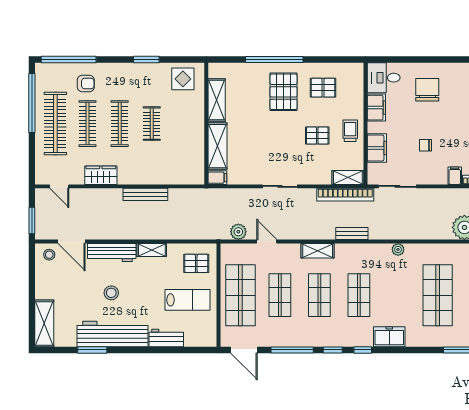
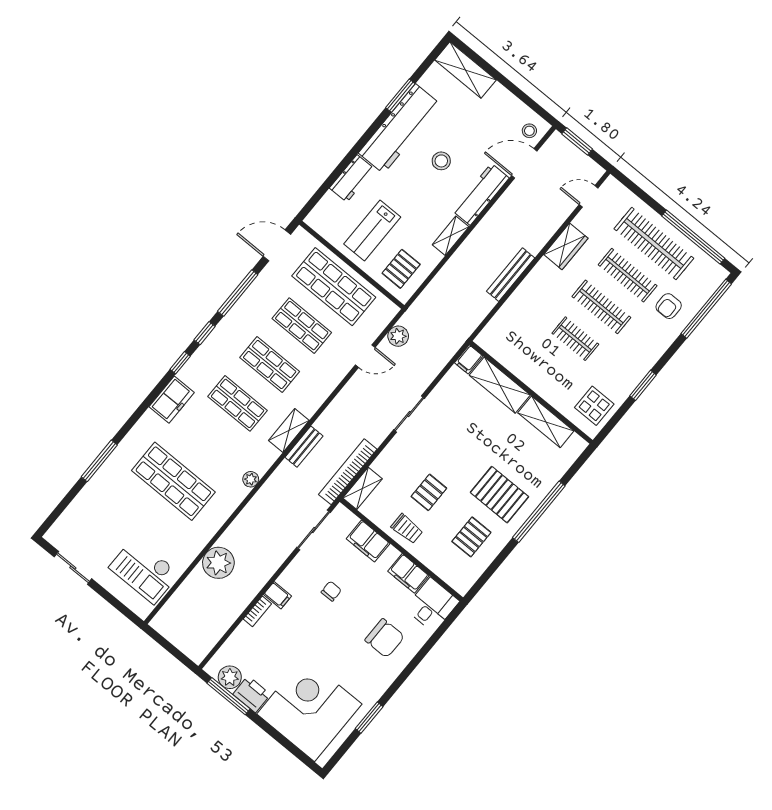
shelving: (318, 251) -> (289, 430), moved

